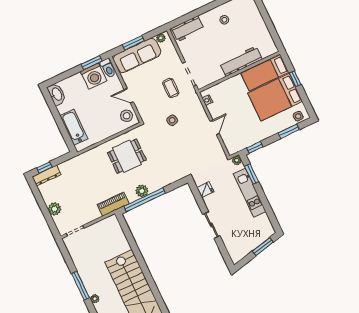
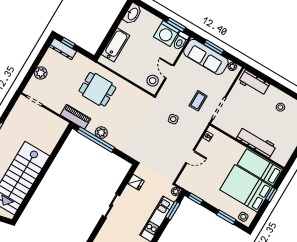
dining table: (127, 156) -> (97, 89), moved

